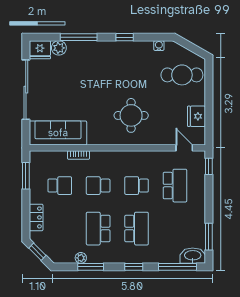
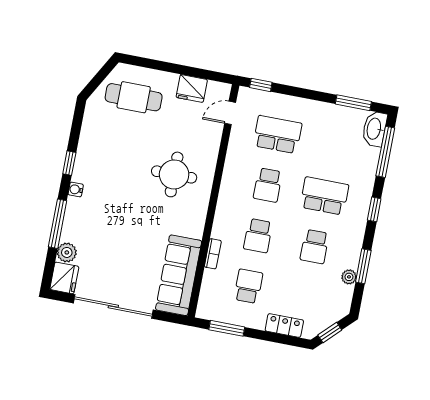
water cooler: (159, 46) -> (76, 189), moved
cafe table: (182, 75) -> (134, 97), turned 90
school desk: (98, 229) -> (315, 247), width x0.54

